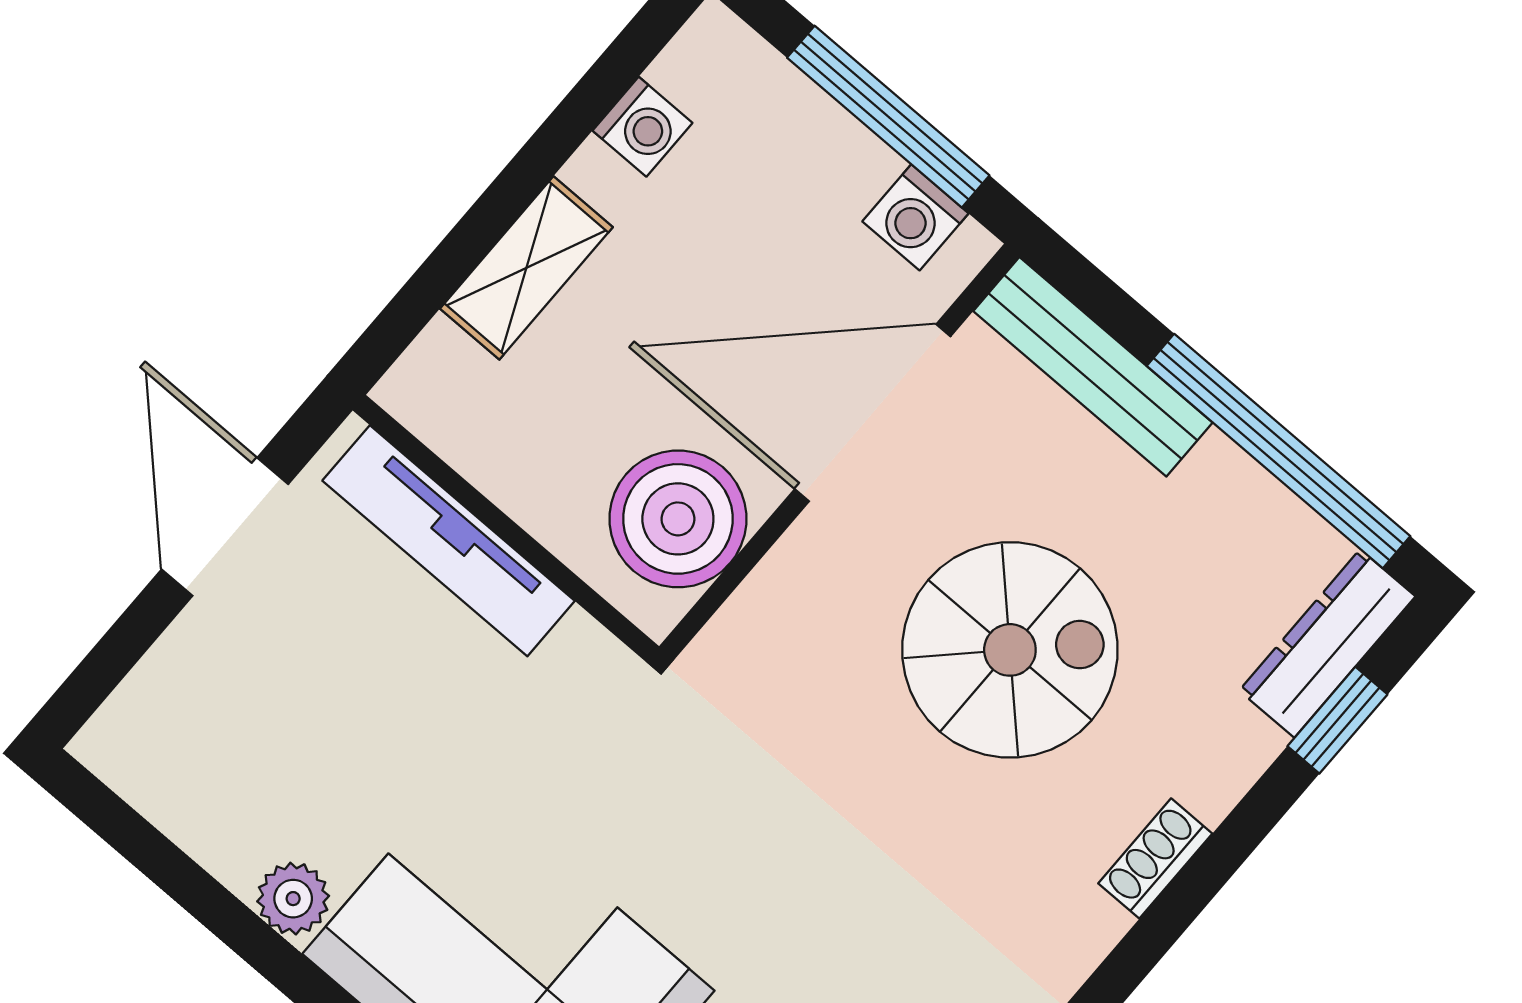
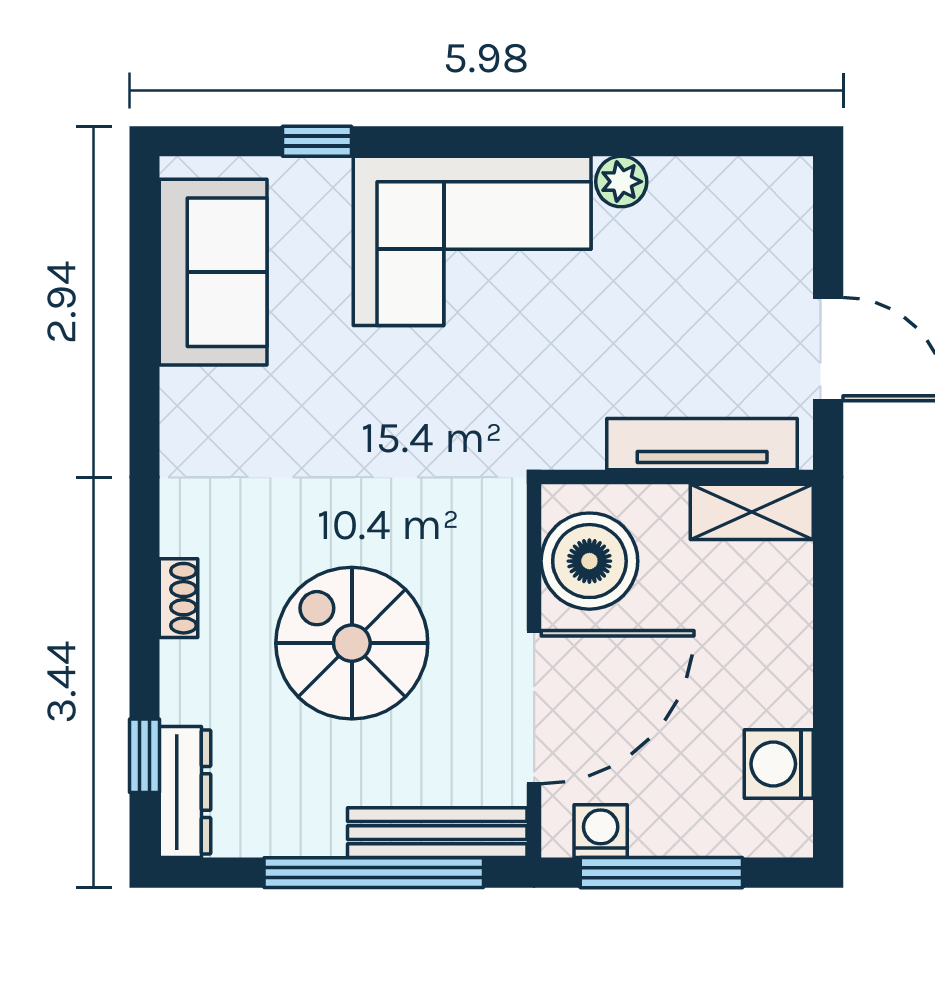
washing machine: (642, 127) -> (779, 764), width x1.38, depth x1.38
shelving: (526, 268) -> (752, 512), moved, turned 90
window: (1278, 451) -> (374, 873), moved
spiral stairs: (1010, 650) -> (352, 643), turned 90

